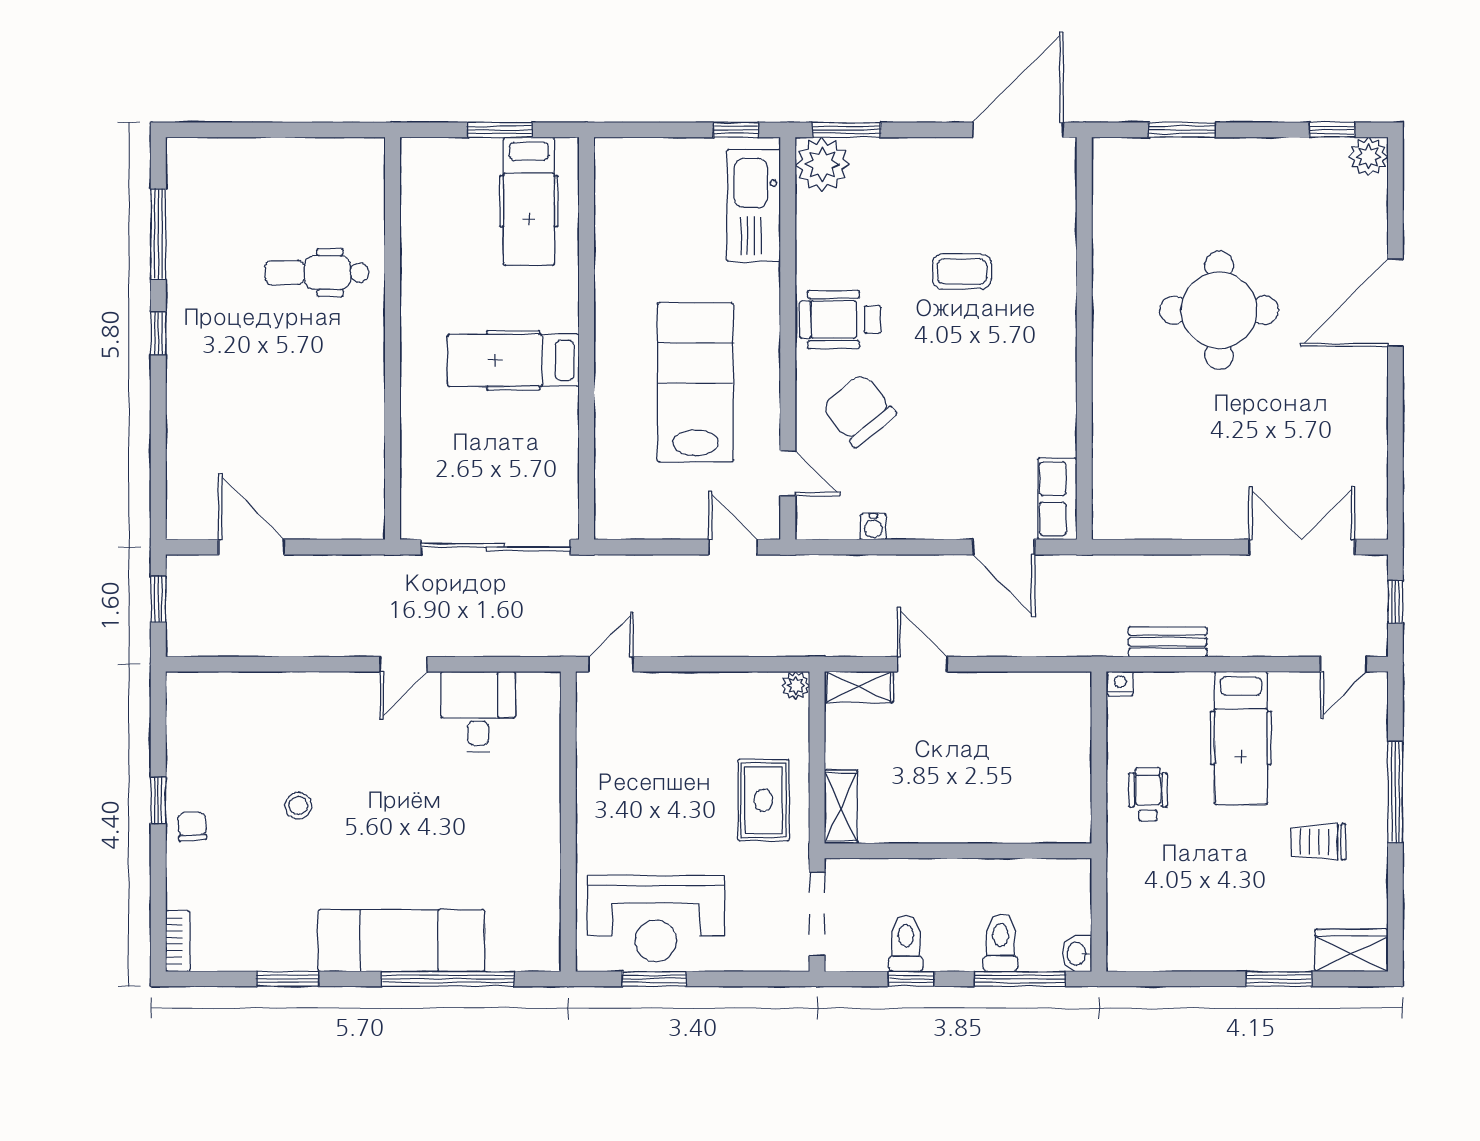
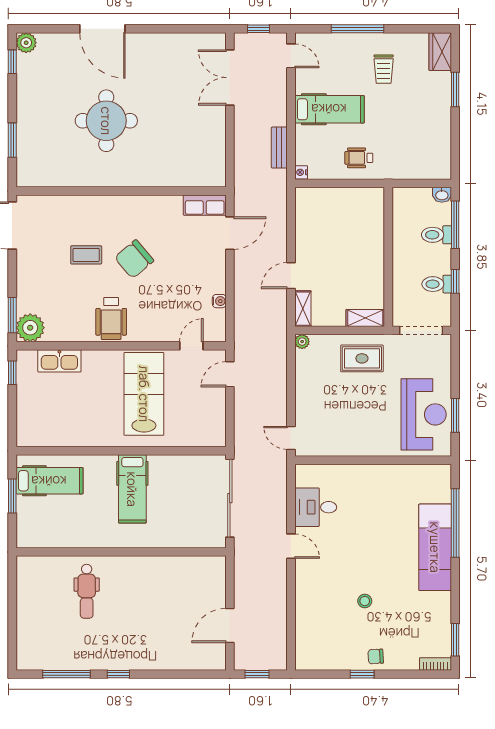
kitchen sink: (754, 205) -> (59, 361), width x0.73, depth x0.81
coffee table: (962, 272) -> (86, 255), turned 90
lab bench: (695, 382) -> (144, 394), turned 90
chair: (859, 410) -> (134, 259), moved
window: (288, 979) -> (455, 640), moved

